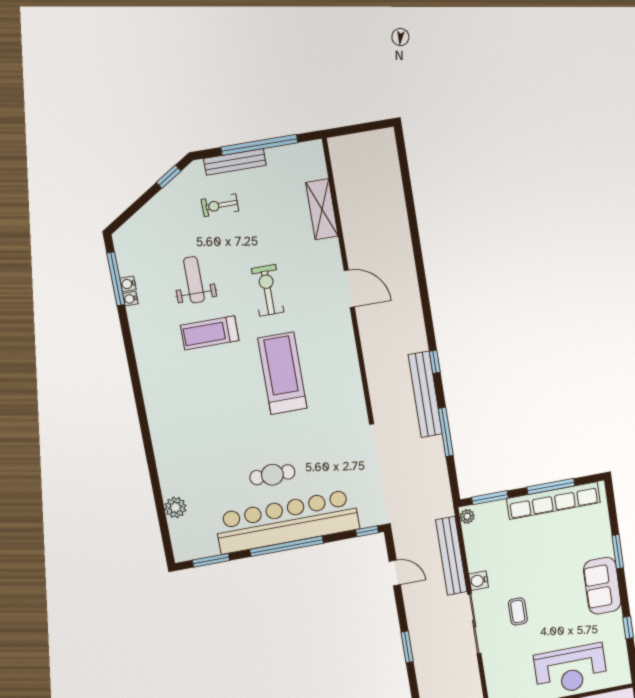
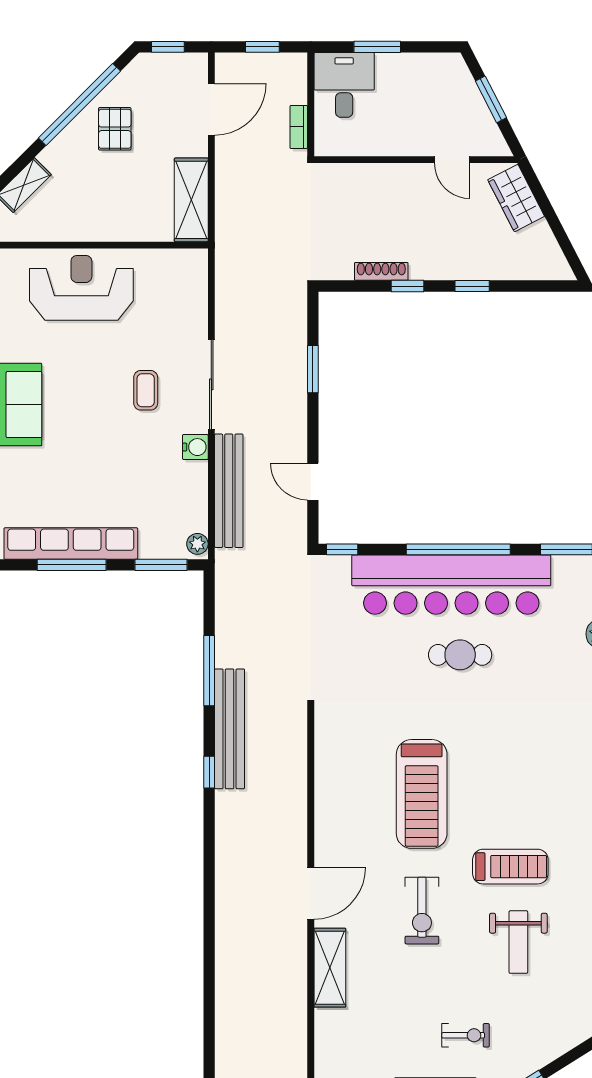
shelving: (322, 209) -> (330, 968), moved
door: (349, 289) -> (311, 893), swing flipped

